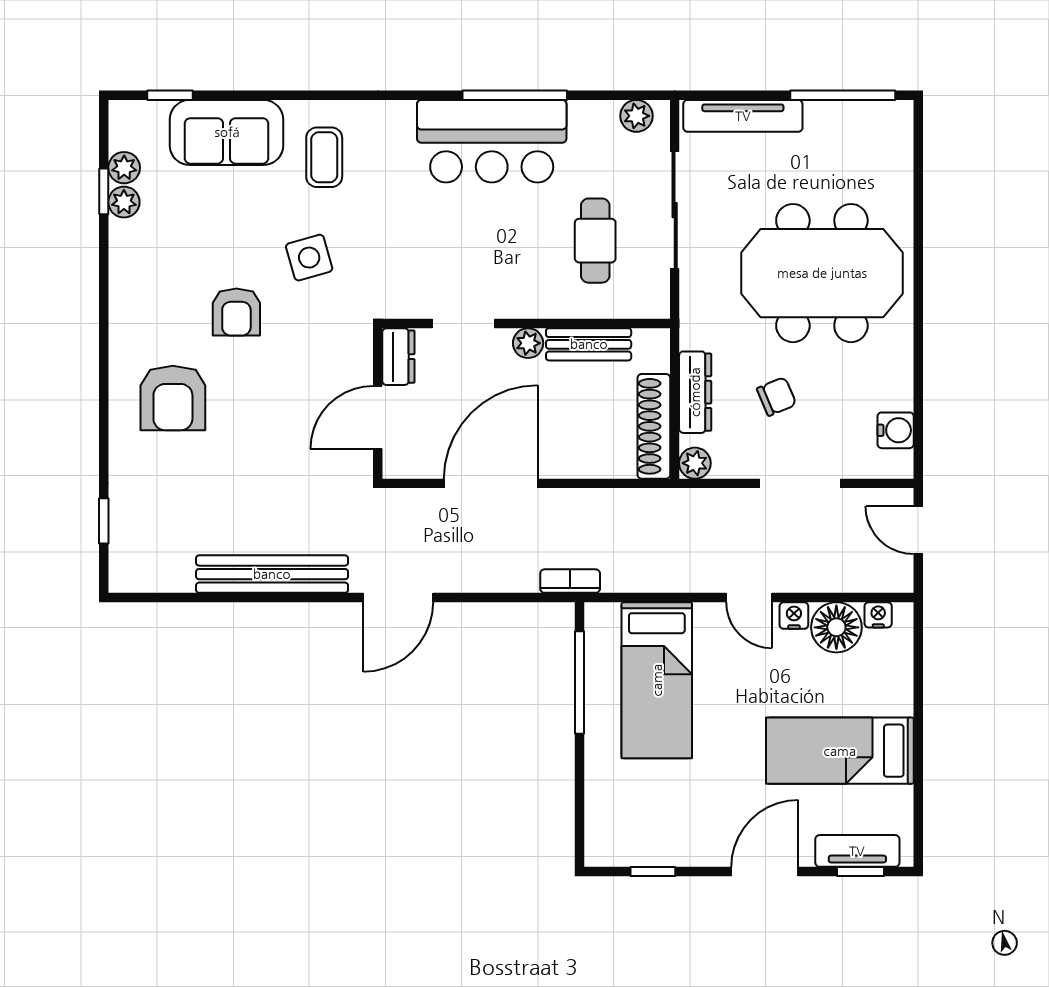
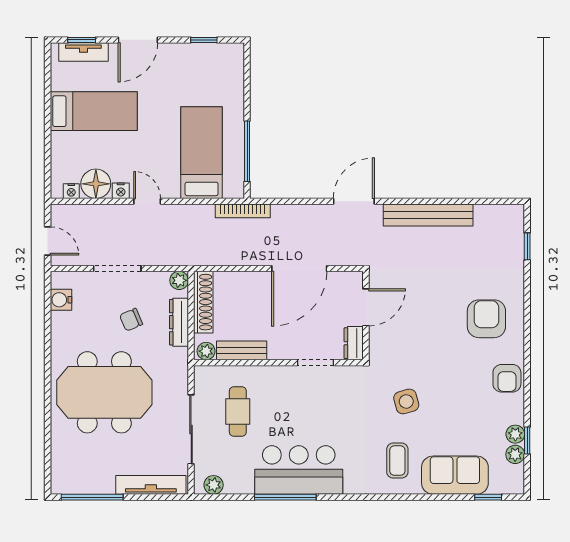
armchair: (236, 312) -> (507, 378), moved, turned 180
plant: (528, 343) -> (206, 351), moved
bookcase: (570, 581) -> (243, 211), width x1.56

